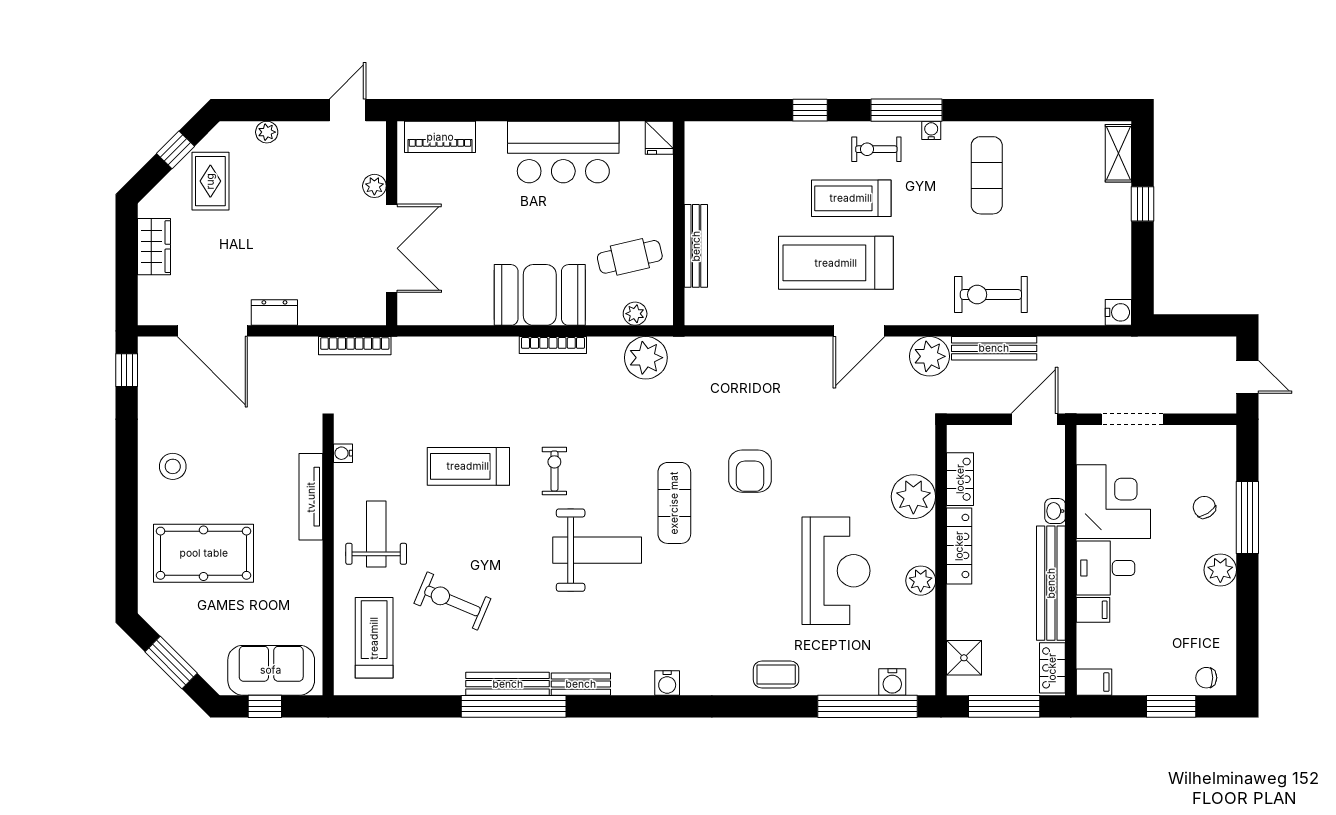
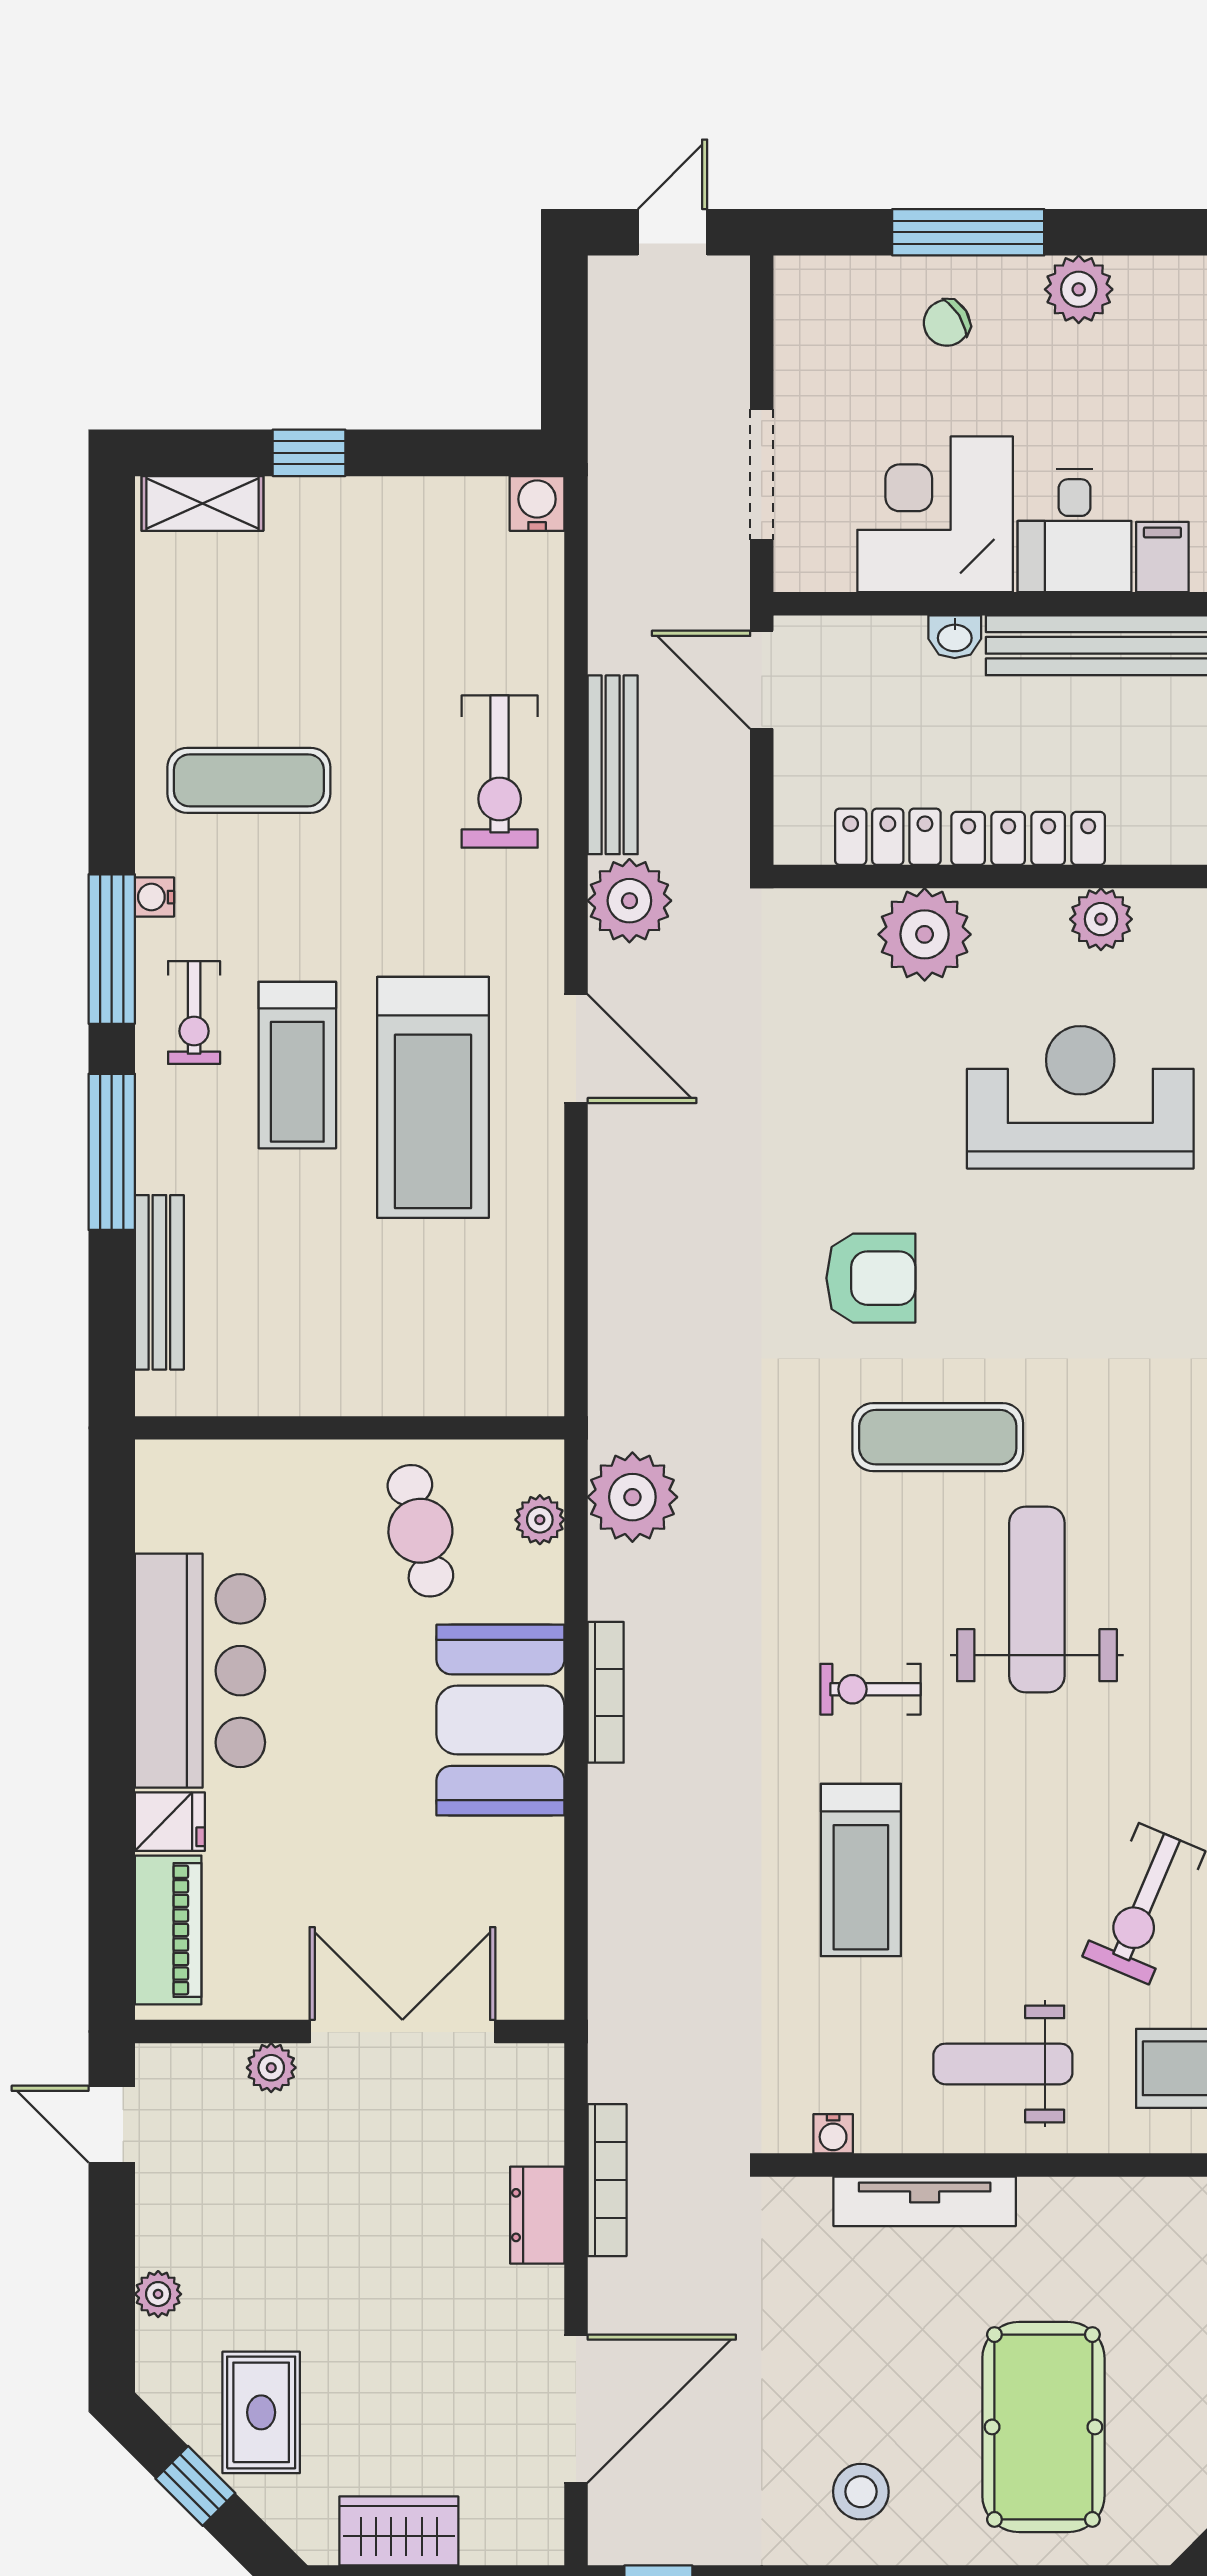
window: (810, 110) -> (112, 1152), width x2.17
fridge: (659, 138) -> (170, 1822), moved
rug: (210, 181) -> (261, 2412), turned 90
bench: (696, 246) -> (159, 1282), moved, turned 90
dresser: (274, 312) -> (537, 2215), moved
bookcase: (355, 346) -> (607, 2180), moved

